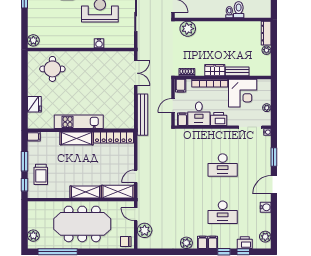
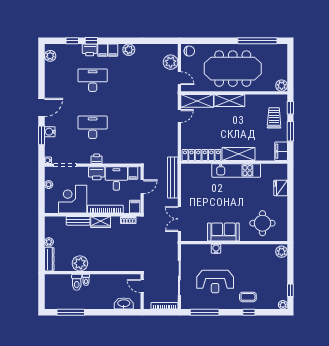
plant: (188, 29) -> (80, 263), moved
sofa: (92, 60) -> (223, 232), added
printer: (219, 134) -> (97, 159), added
filing cabinet: (34, 136) -> (281, 151), width x2.00
water cooler: (266, 207) -> (50, 132), moved
plant: (33, 236) -> (282, 86), moved
printer: (245, 243) -> (90, 50), moved

